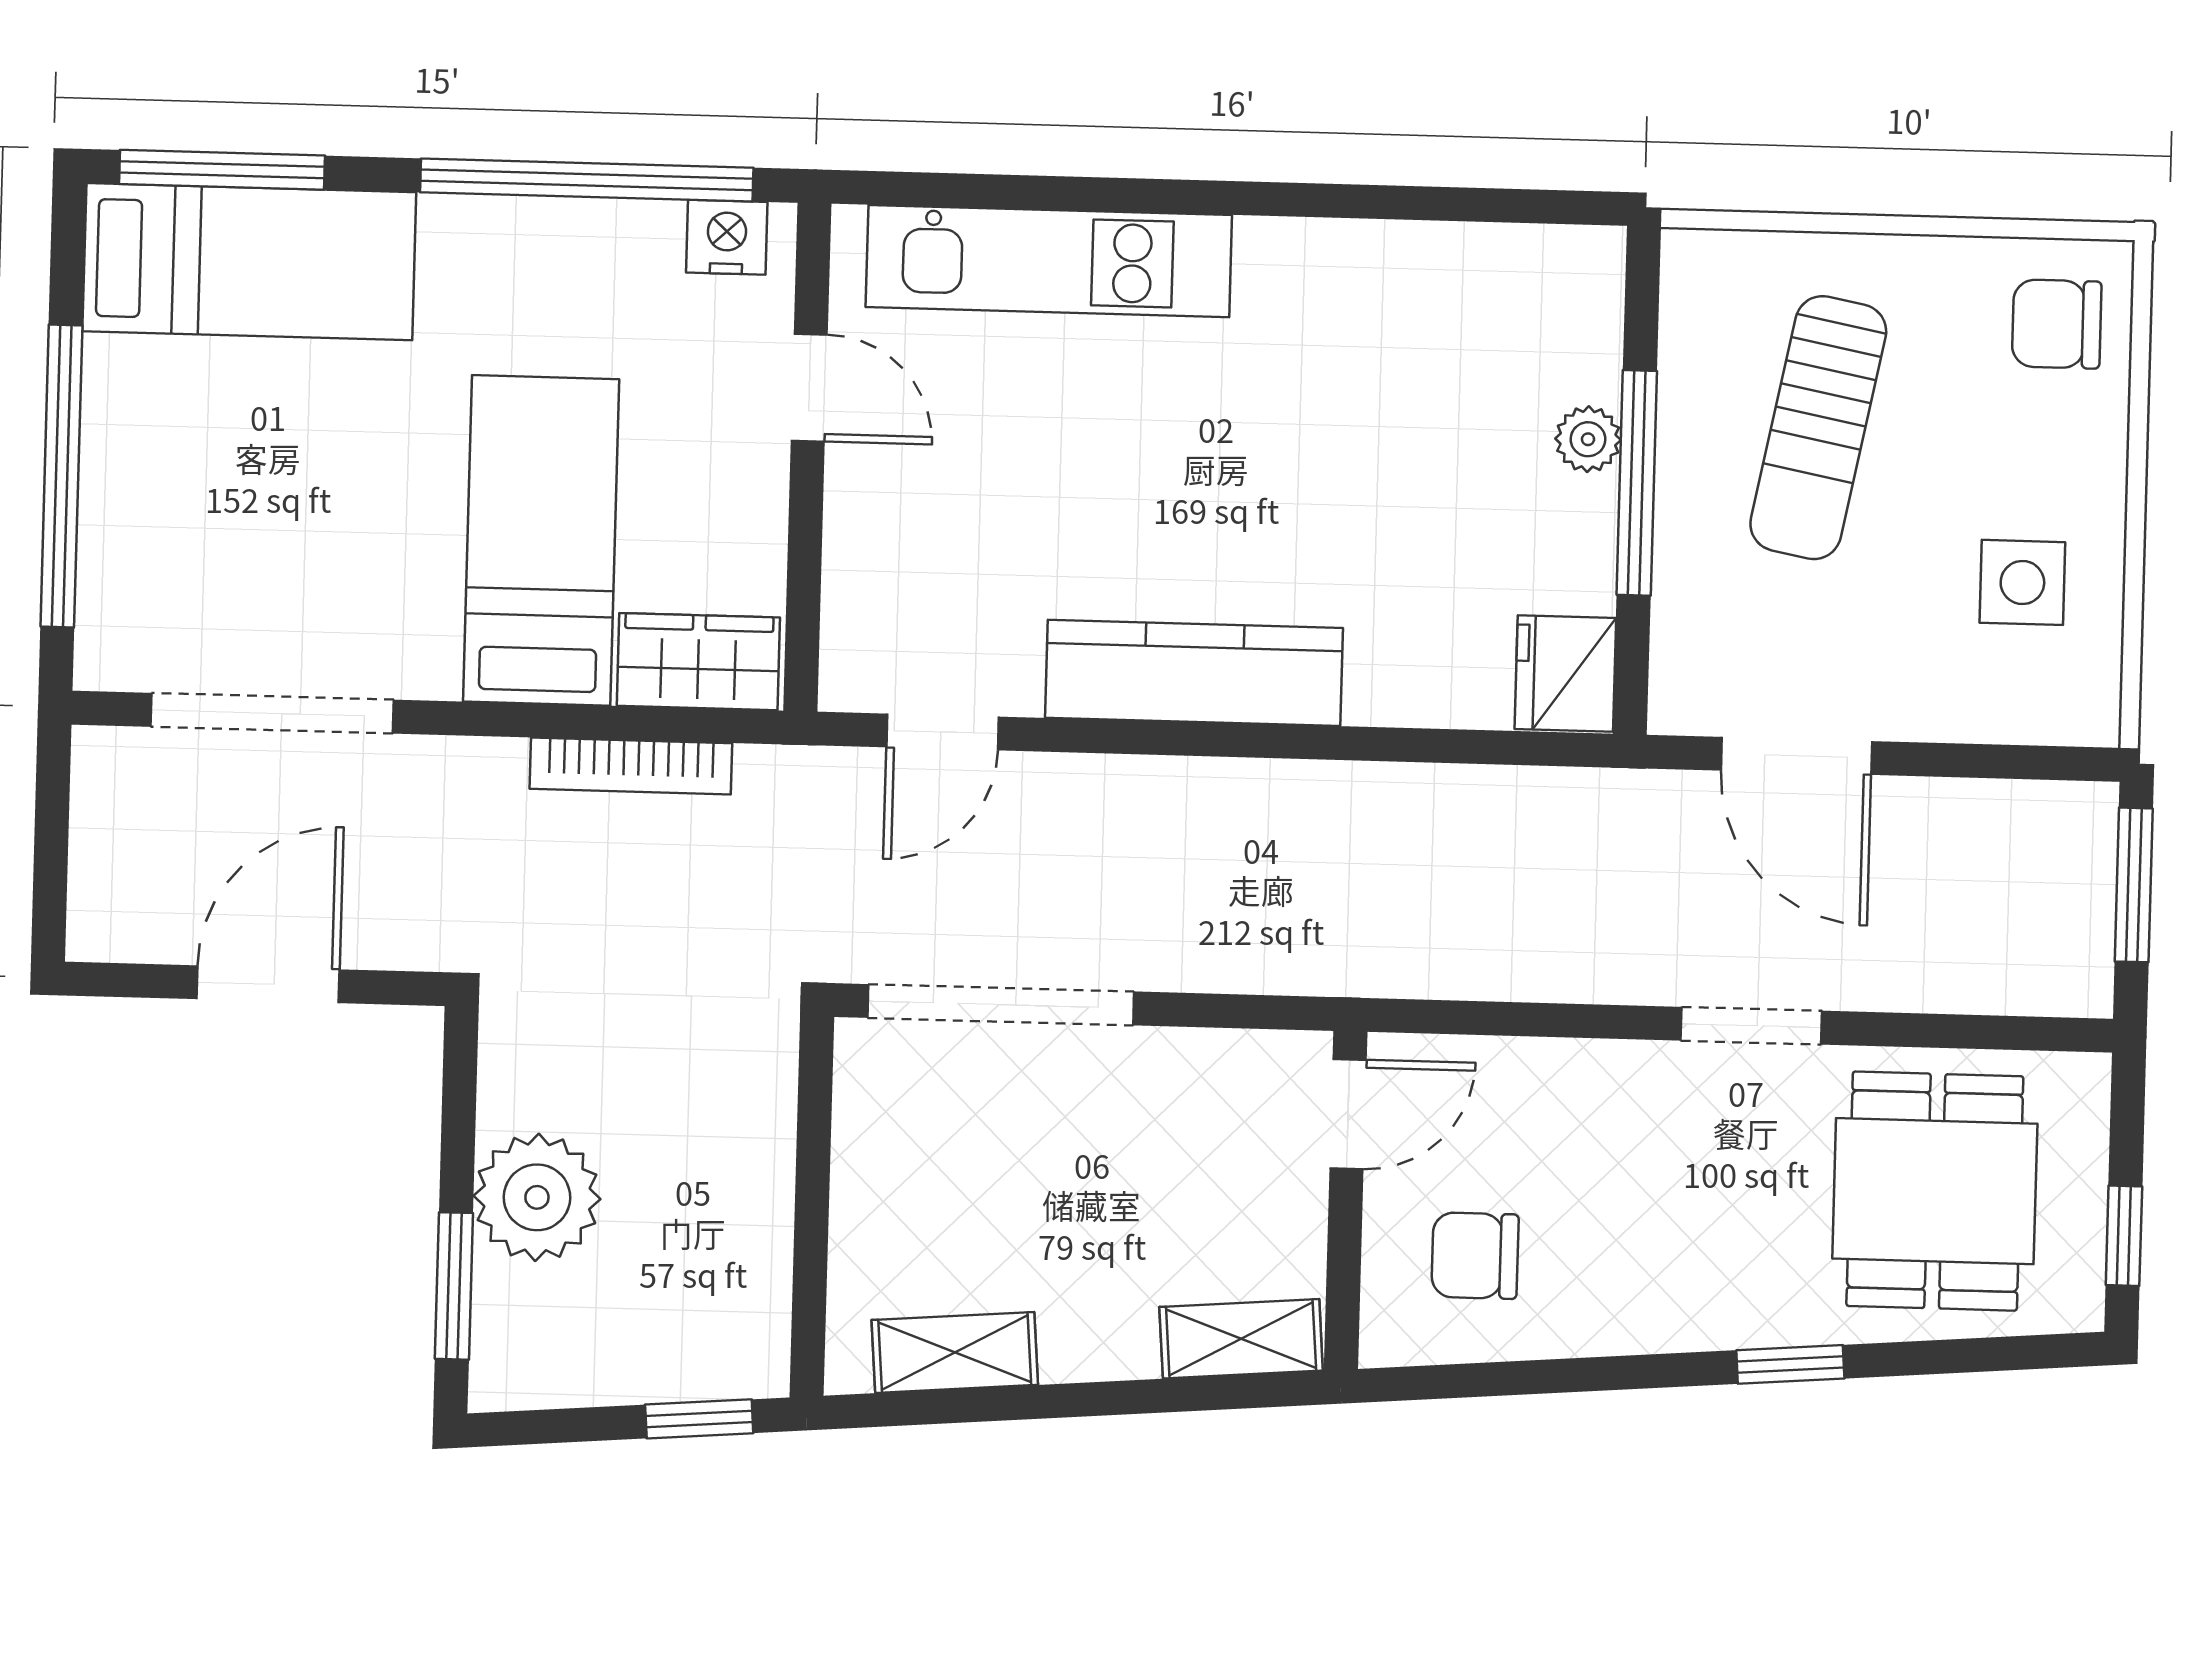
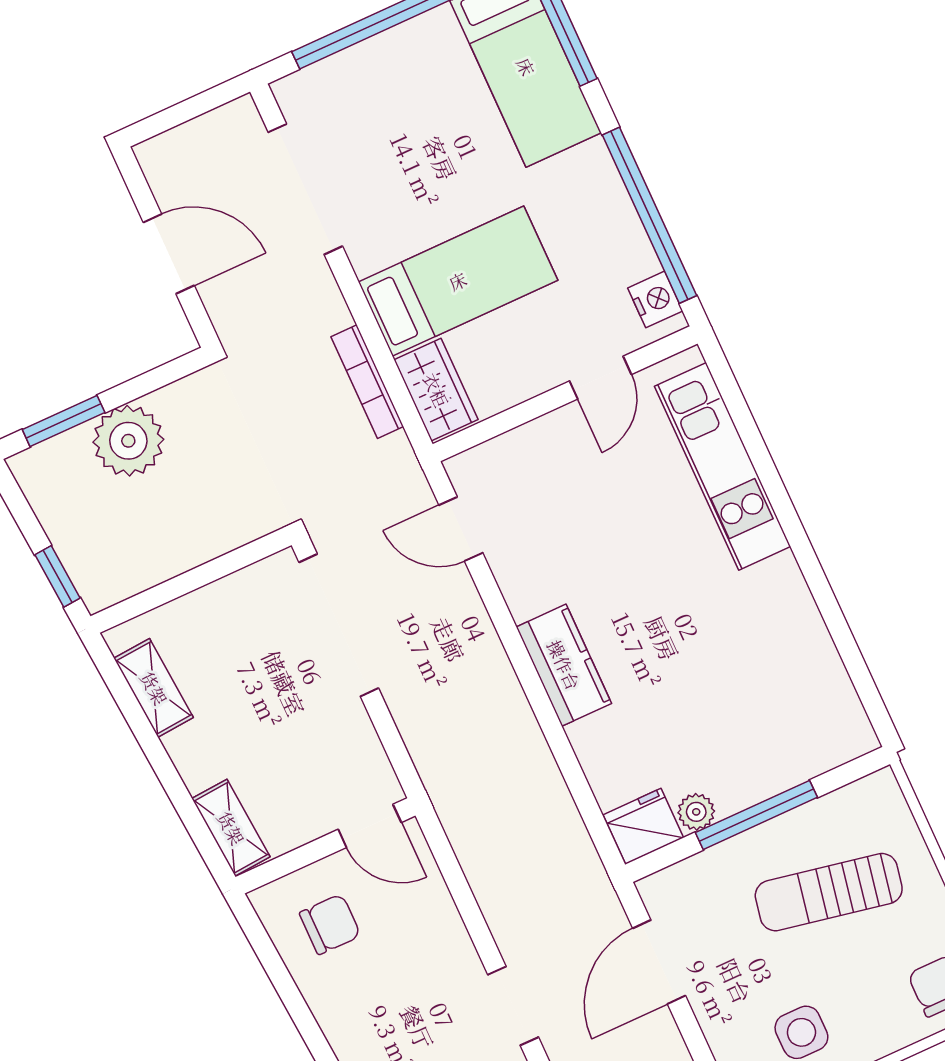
plant: (1588, 439) -> (696, 812), moved
kitchen counter: (1194, 673) -> (564, 665), width x0.67
chair: (1475, 1256) -> (330, 924), turned 90

